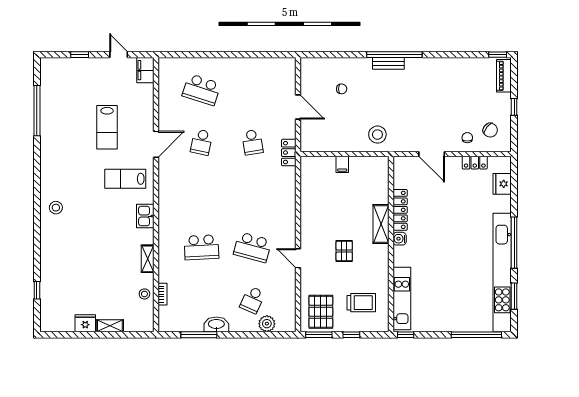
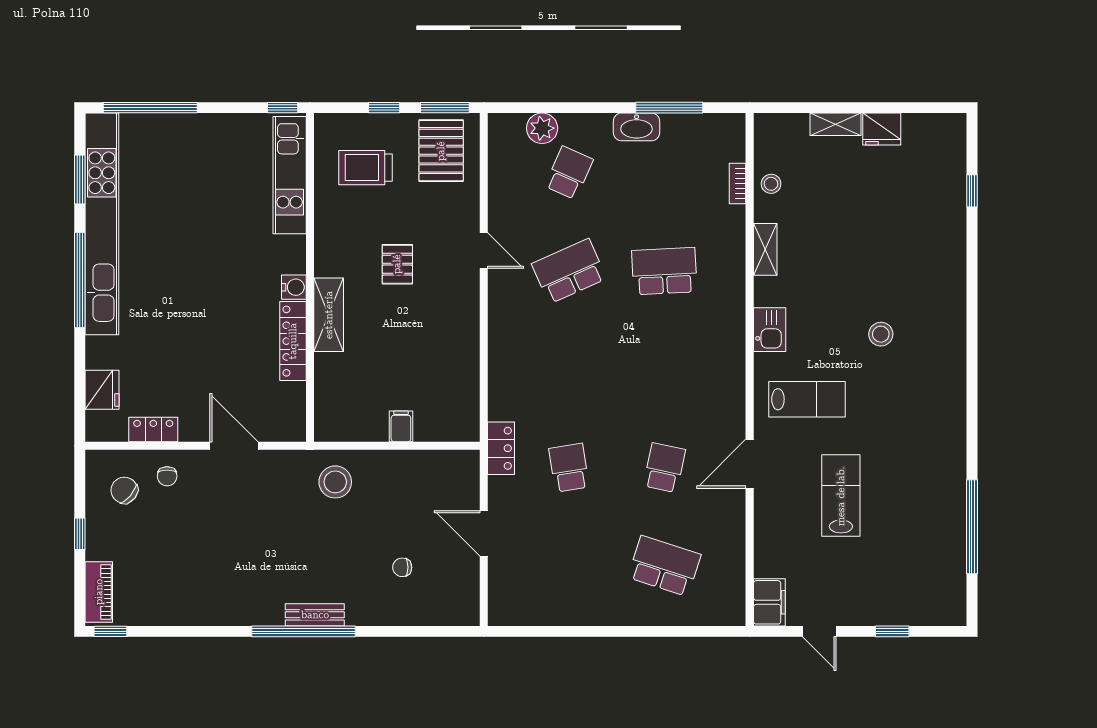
stool: (56, 208) -> (881, 334), moved
school desk: (252, 247) -> (569, 271), turned -39

